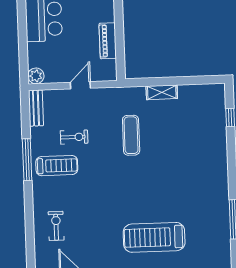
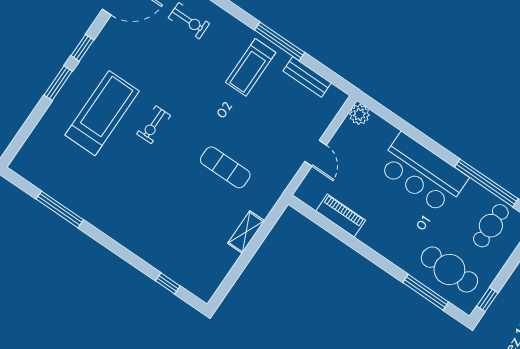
bench: (36, 108) -> (307, 77), moved
exercise bike: (74, 137) -> (154, 125), moved

